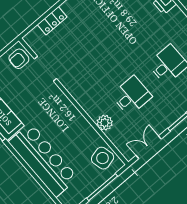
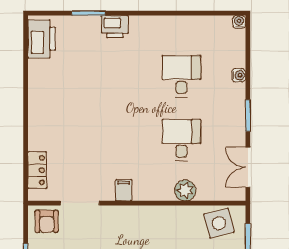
locker: (52, 21) -> (37, 170), moved
filing cabinet: (74, 87) -> (124, 190), added

